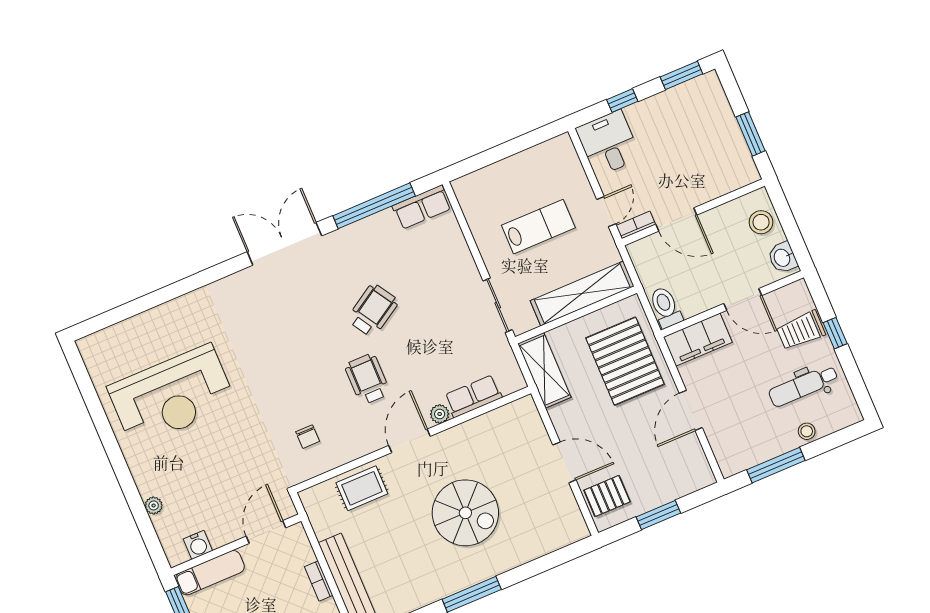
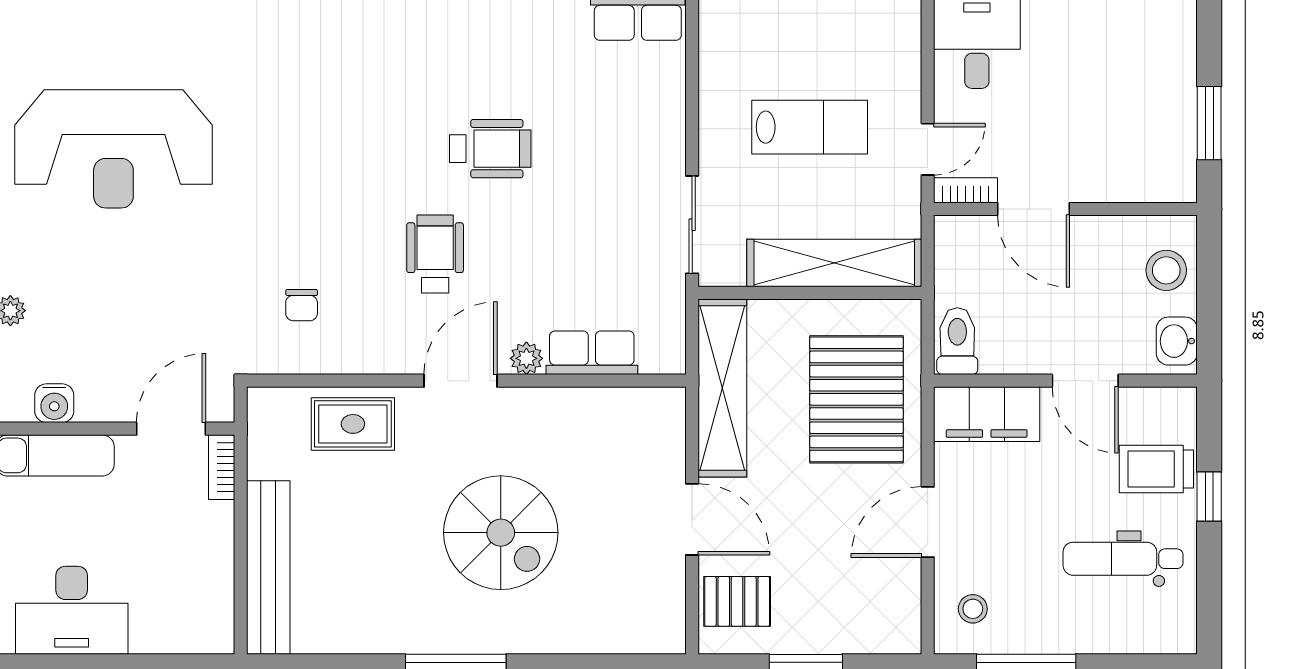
wheelchair: (373, 310) -> (490, 149), turned 32
shelving: (544, 370) -> (722, 388), width x1.47
stool: (807, 431) -> (973, 609), moved
bookcase: (319, 581) -> (222, 467), moved

